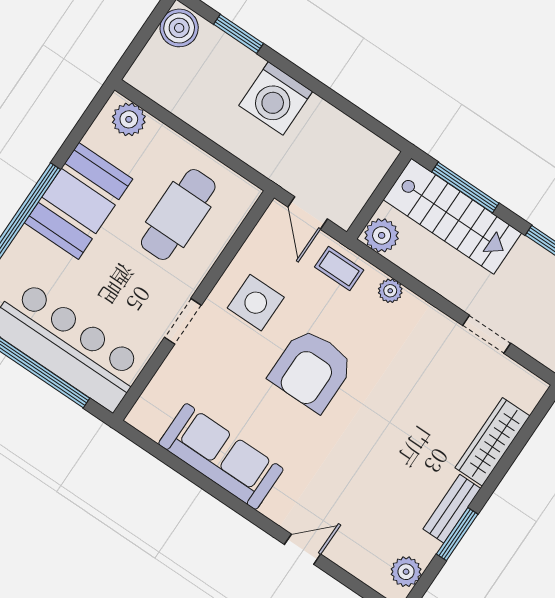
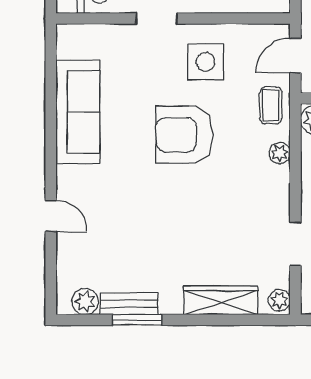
plant: (530, 386) -> (279, 300), added
bench: (452, 509) -> (129, 304), moved

